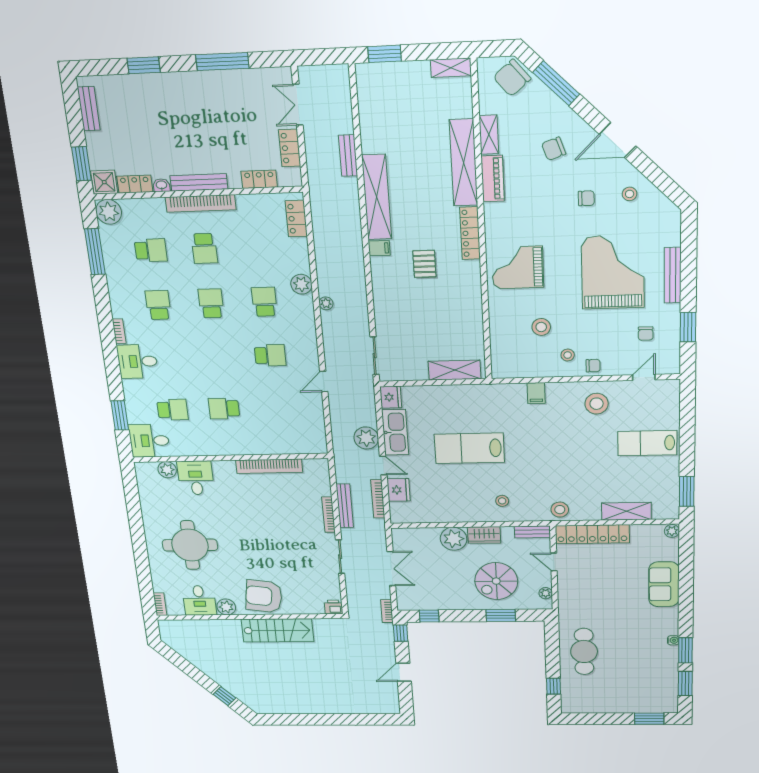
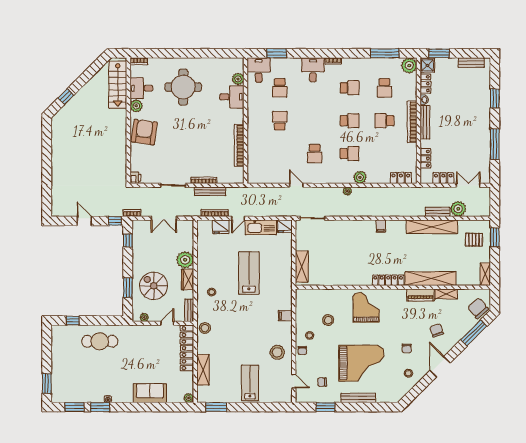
shelving: (377, 197) -> (432, 227), moved
pallet: (424, 264) -> (474, 240), moved
plant: (366, 438) -> (458, 209), moved
stairs: (277, 630) -> (118, 85), moved

